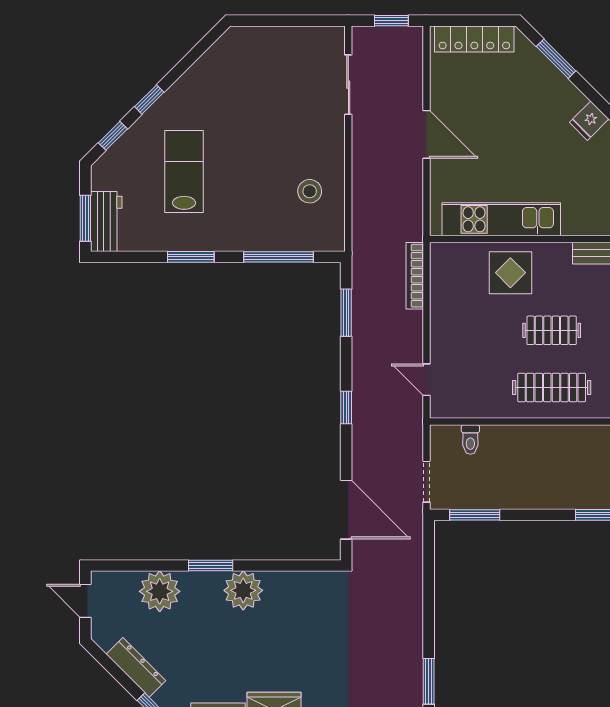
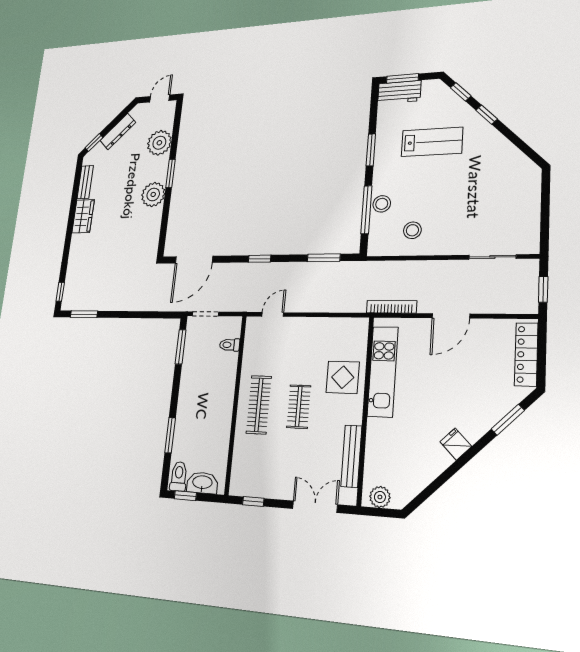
stool: (271, 236) -> (382, 204), added
bookcase: (415, 276) -> (392, 307), moved

